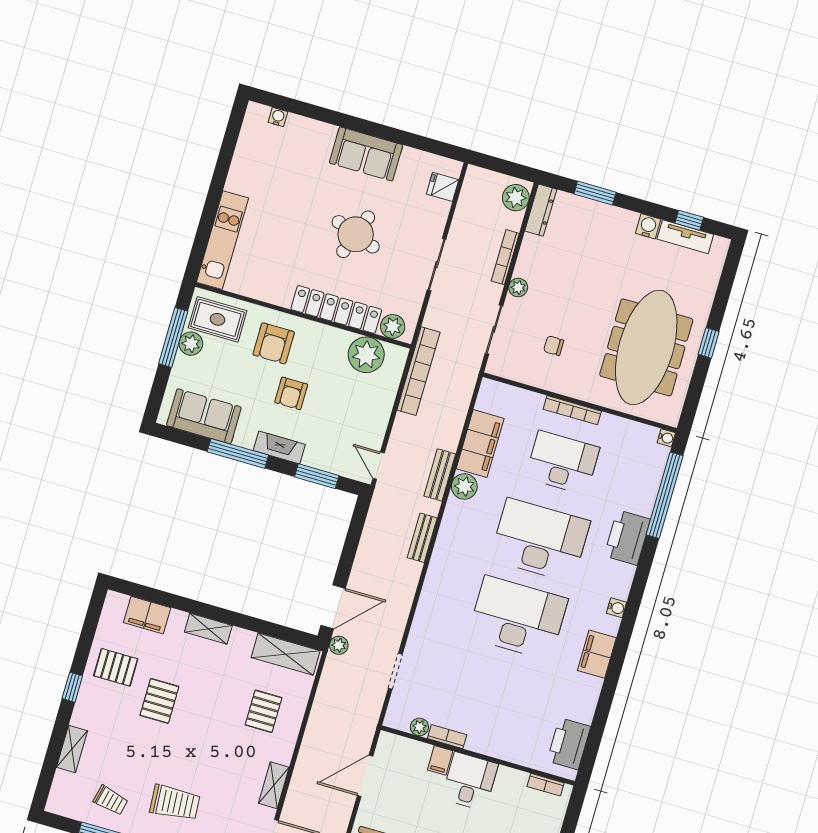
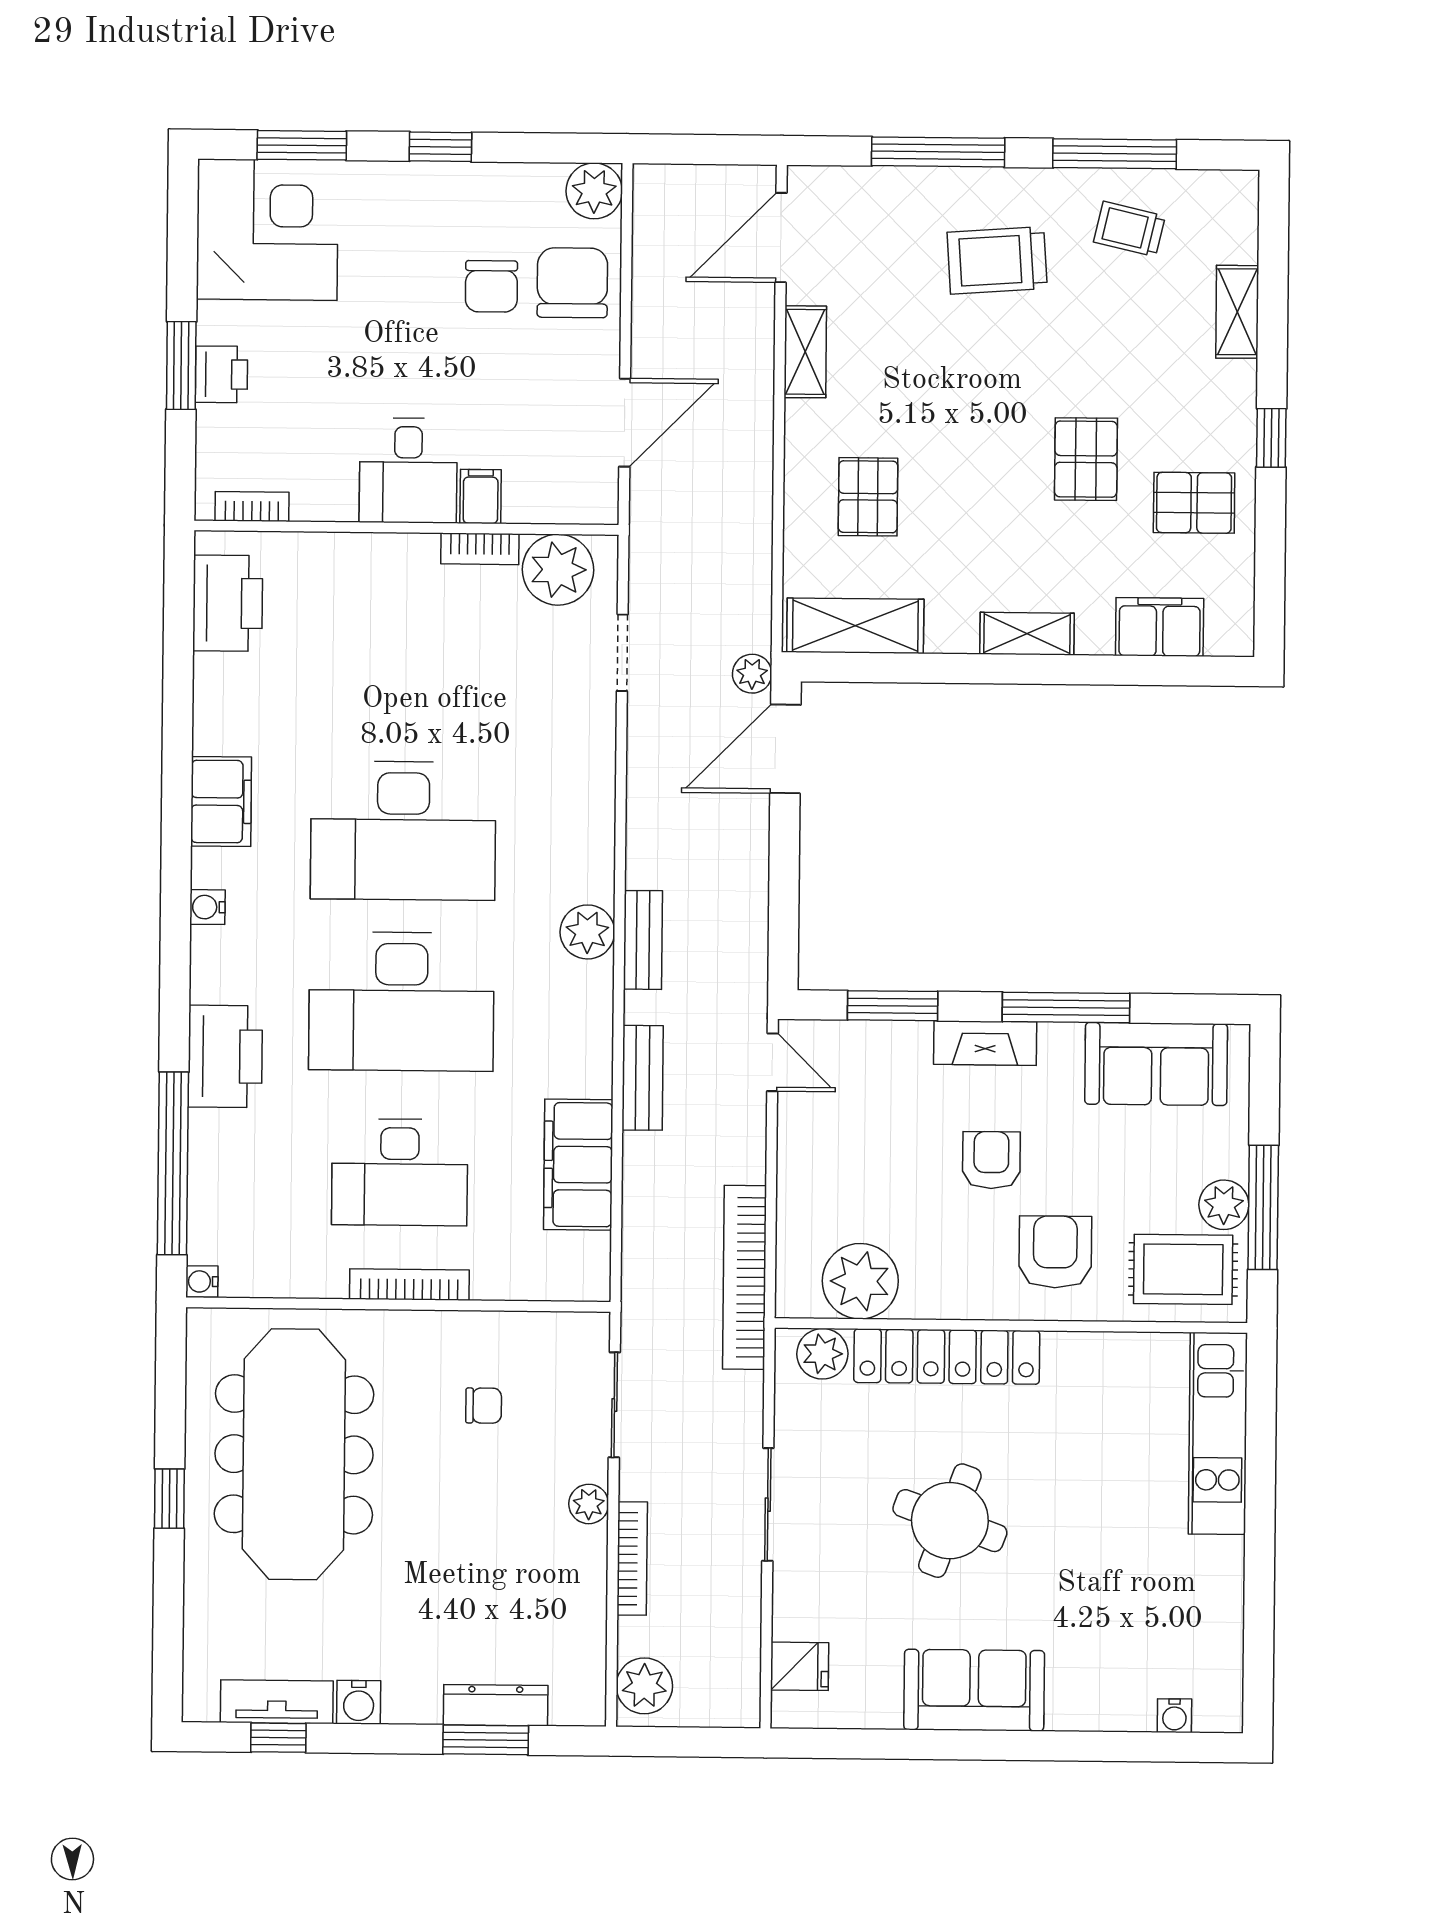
dresser: (541, 210) -> (496, 1705), moved, turned 90
plant: (464, 486) -> (587, 932), moved
plant: (419, 727) -> (558, 570), width x1.87, depth x1.87

